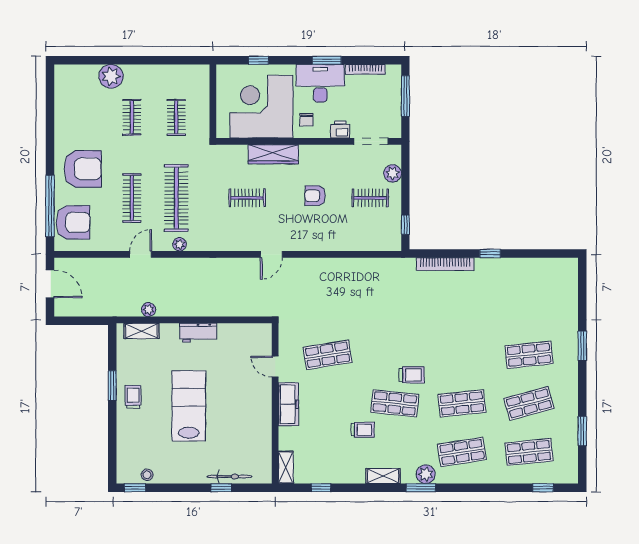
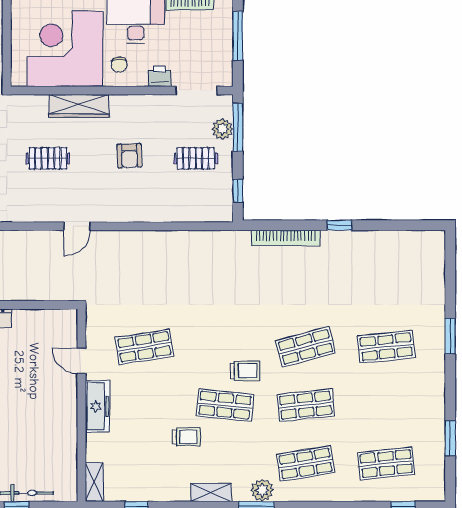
window: (405, 172) -> (238, 127), added
armchair: (315, 196) -> (129, 156), turned -92
shop shelf: (529, 403) -> (306, 347), moved

